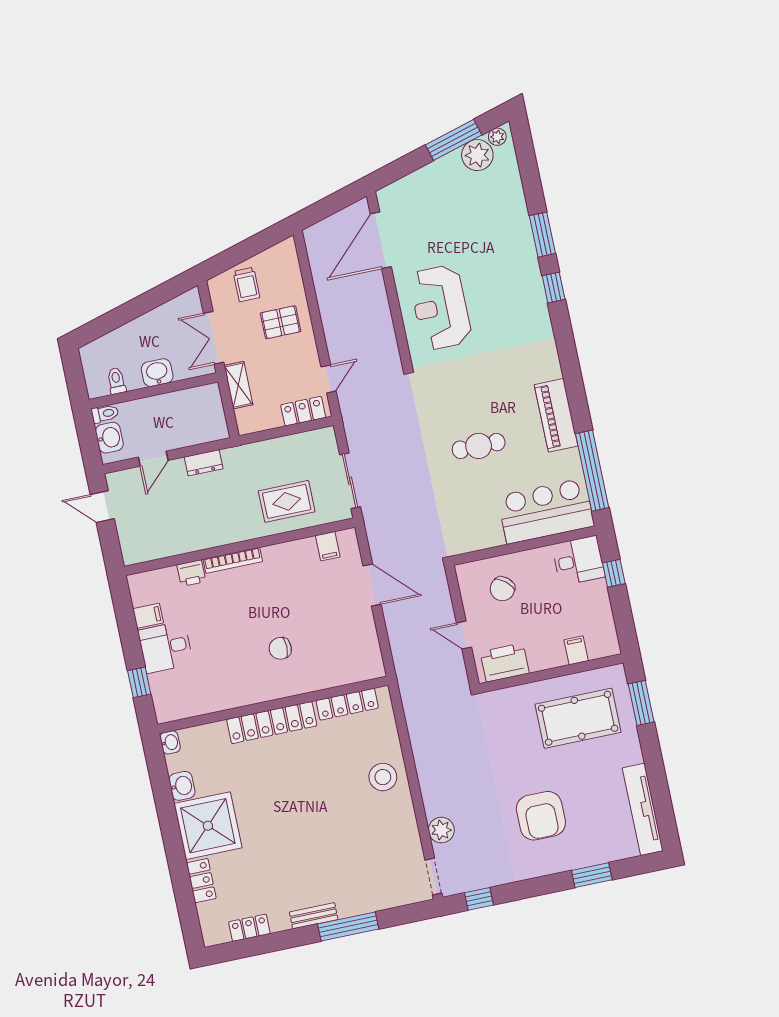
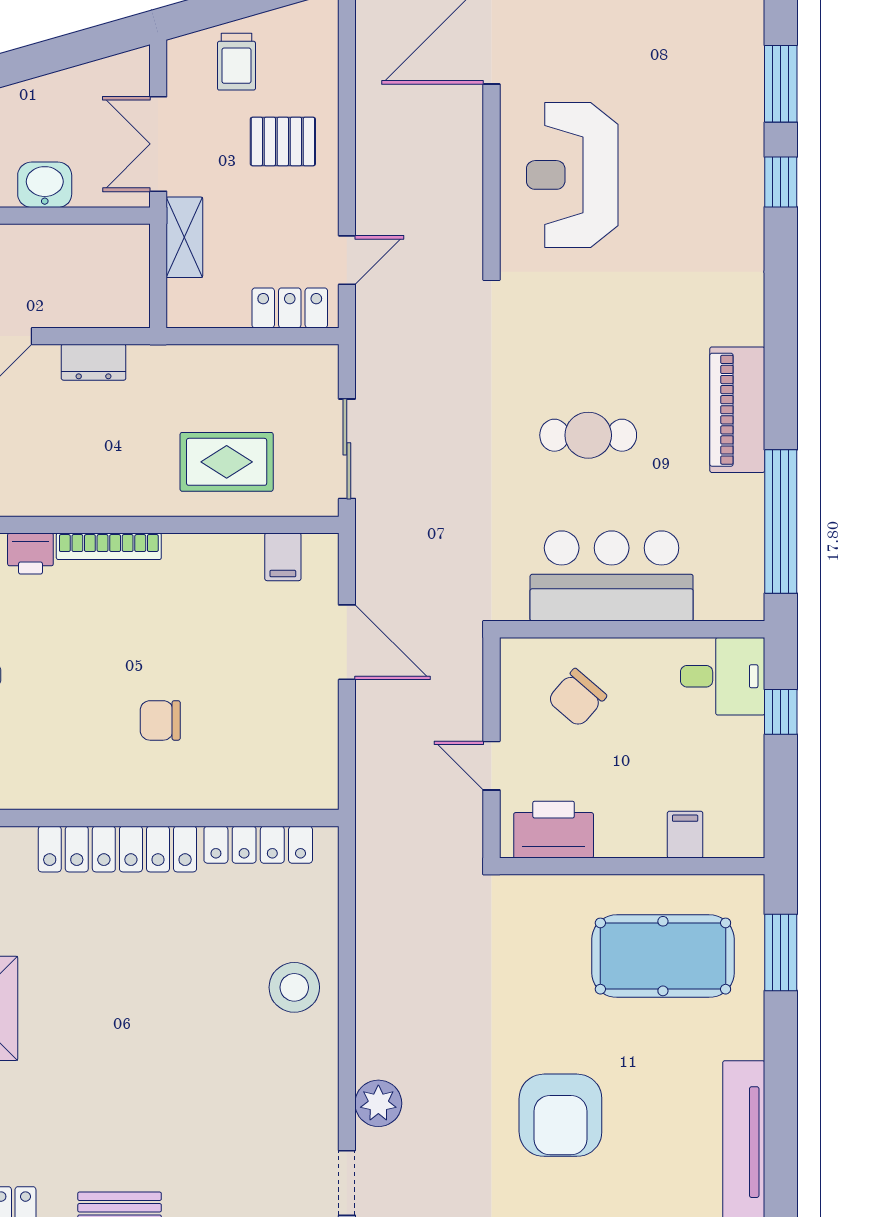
bar counter: (546, 511) -> (612, 576), moved

